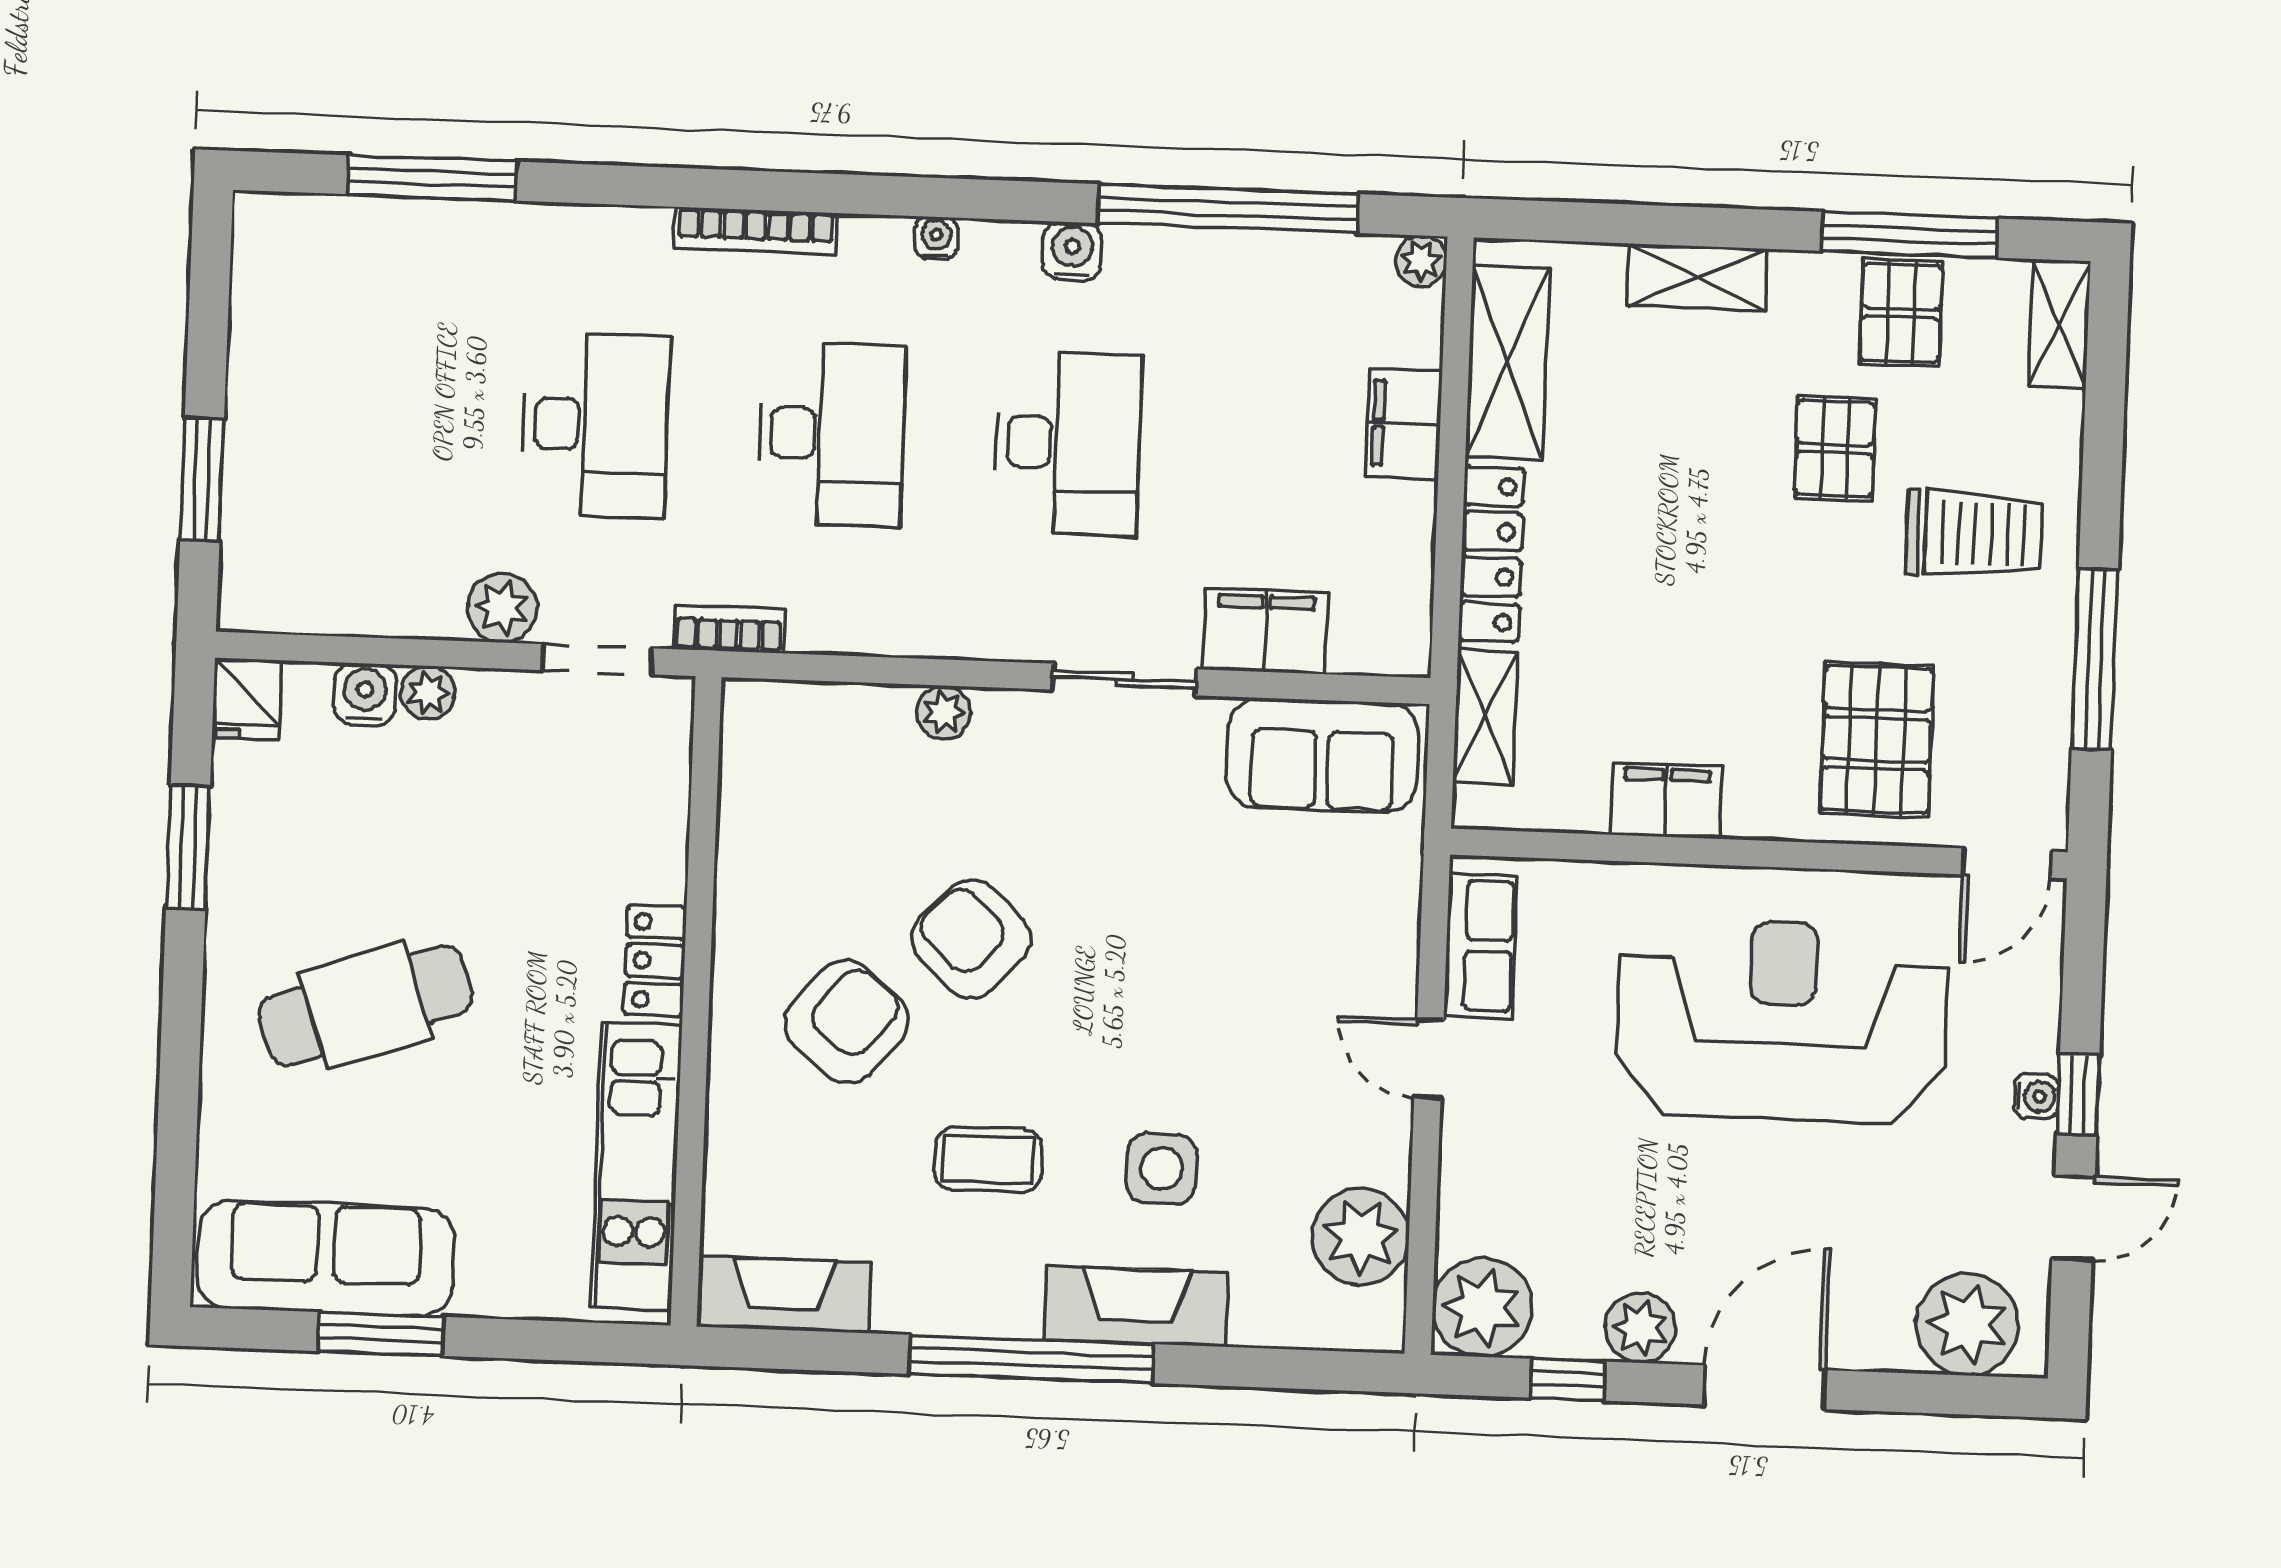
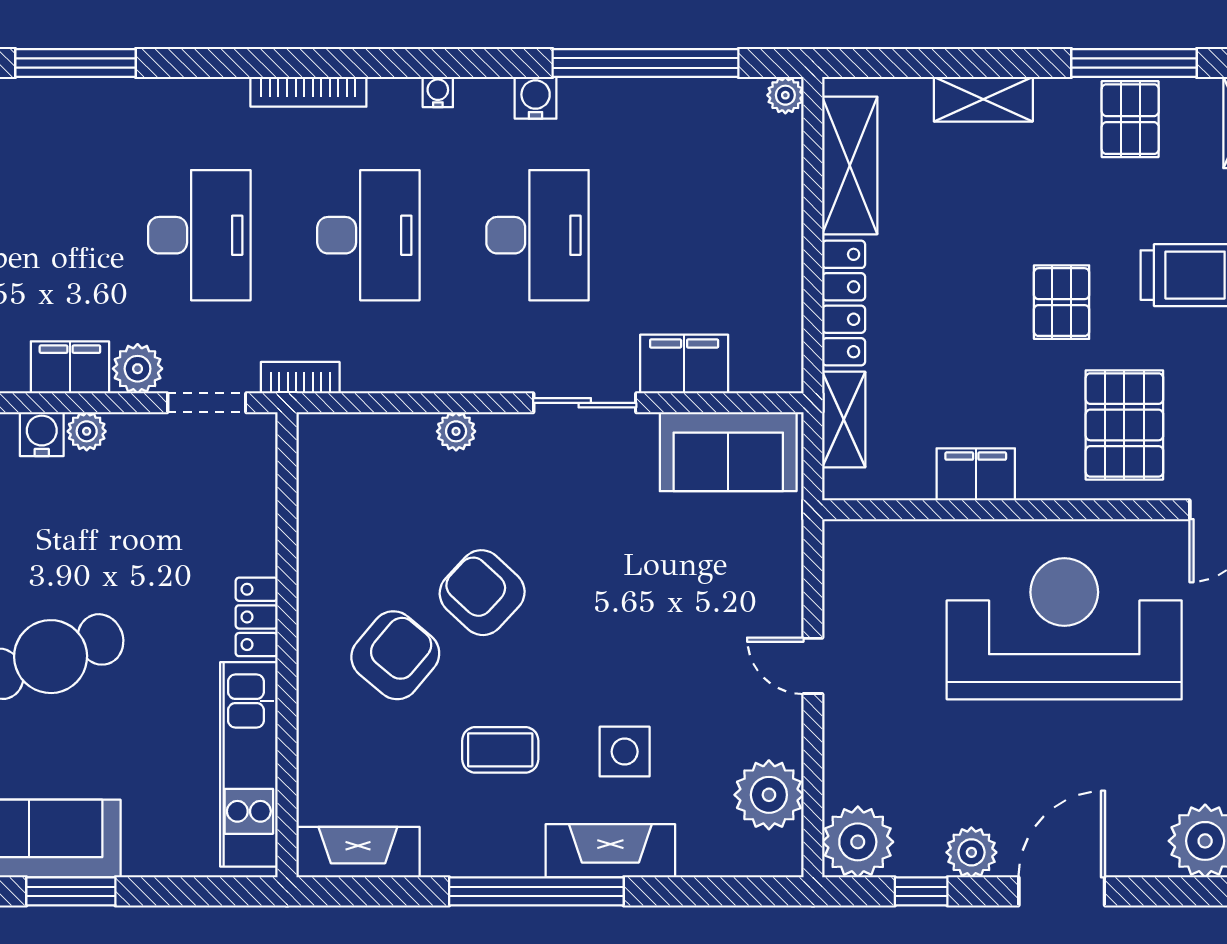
filing cabinet: (1404, 424) -> (70, 367), moved, turned 90
pallet: (1835, 449) -> (1062, 302), moved
row of seats: (1481, 946) -> (847, 583), removed

